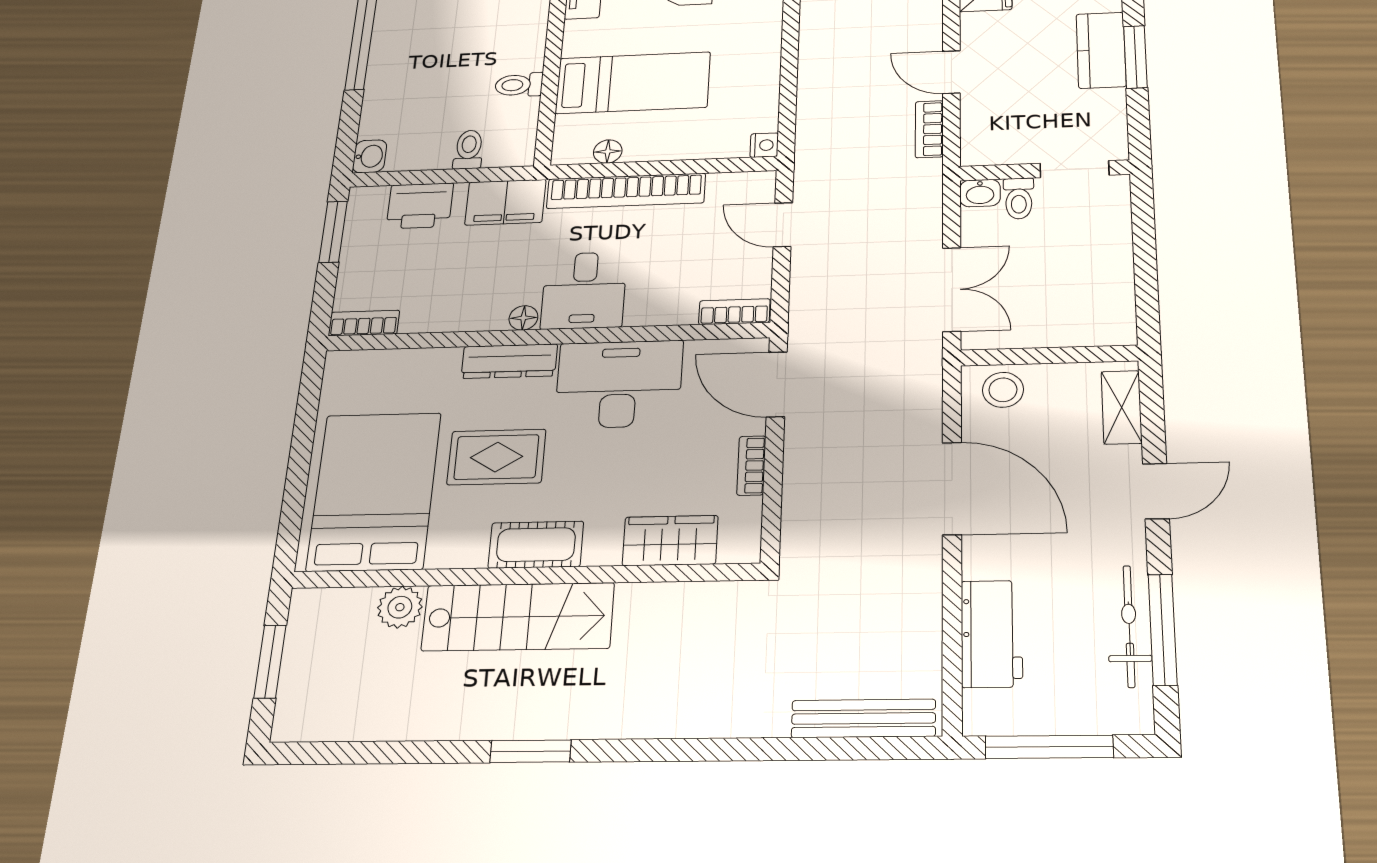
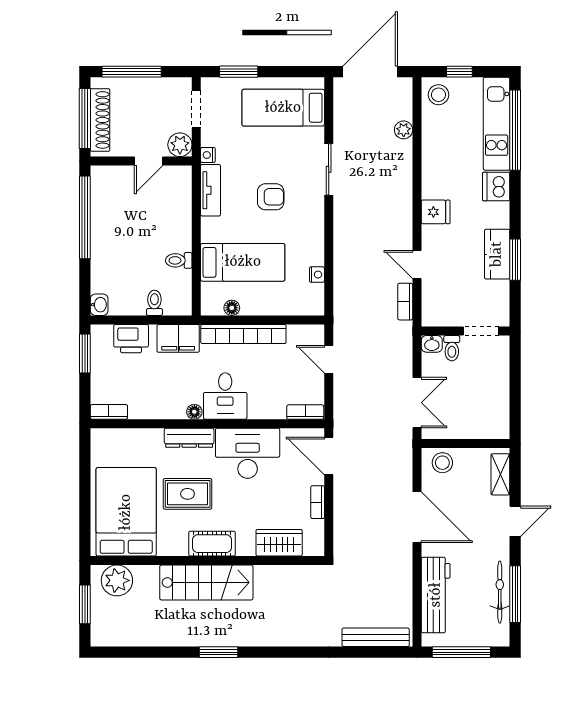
nightstand: (764, 145) -> (317, 275), moved
plant: (400, 607) -> (117, 580), moved, width x1.36, depth x1.36
workbench: (992, 634) -> (436, 595), width x1.37

